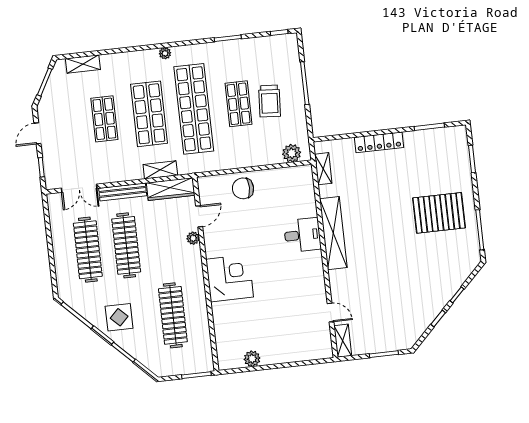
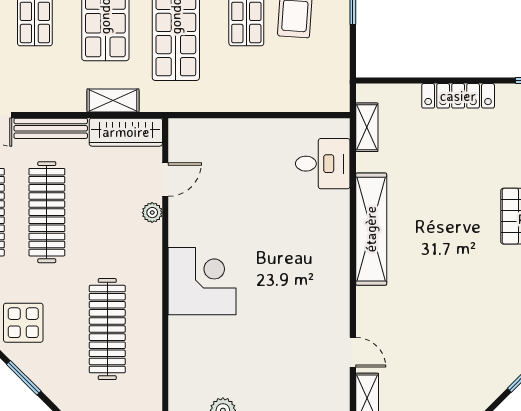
plant: (292, 153) -> (320, 98), removed
chair: (243, 188) -> (238, 144), removed
desk: (302, 235) -> (323, 164), moved

